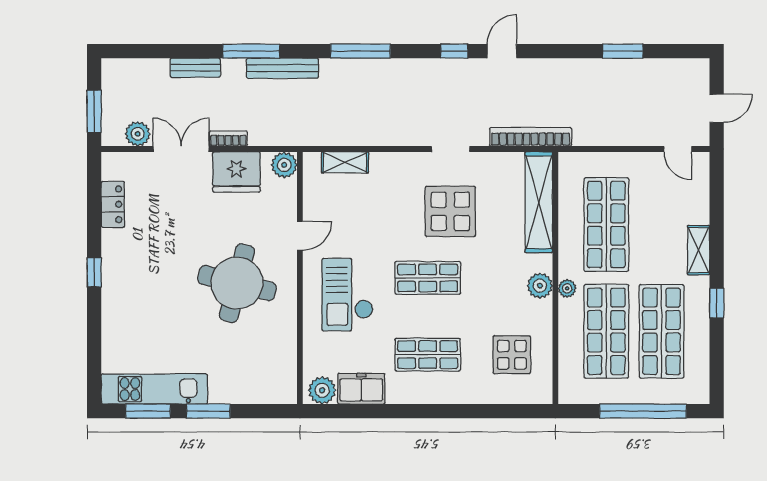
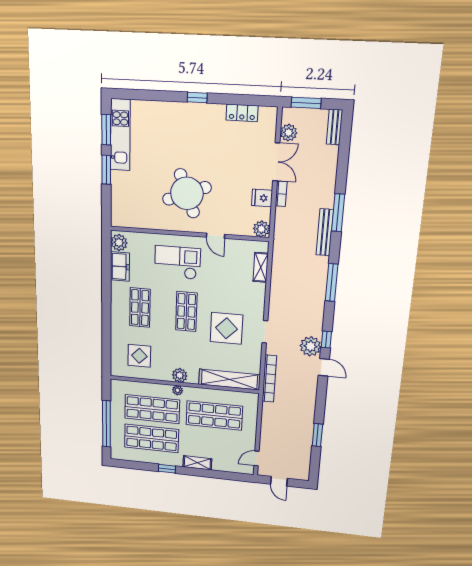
bench: (195, 68) -> (335, 127), moved
plant: (468, 75) -> (310, 346), added
fridge: (236, 172) -> (262, 198), width x0.53, depth x0.75
round table: (237, 283) -> (187, 193), turned -35

